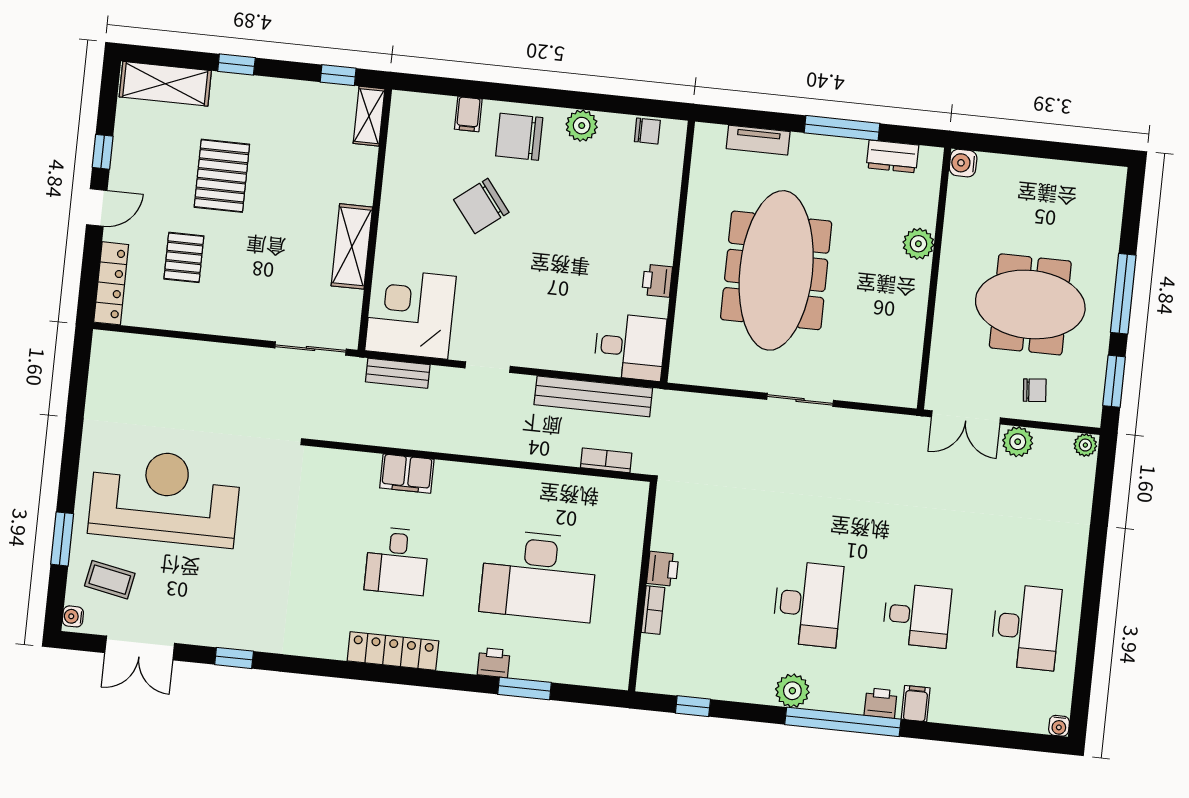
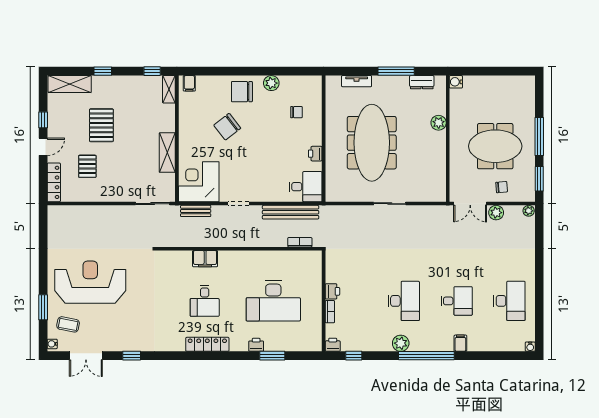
filing cabinet: (468, 114) -> (189, 83), moved
chair: (647, 131) -> (296, 112), moved
printer: (881, 703) -> (333, 345), moved

